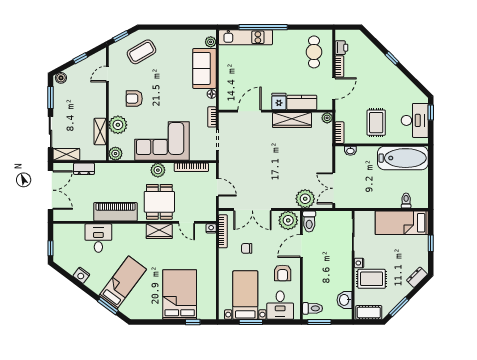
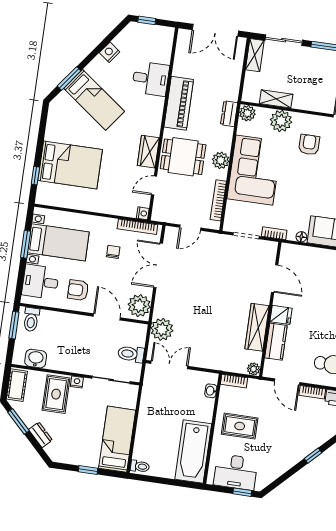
dresser: (84, 169) -> (229, 114), moved
toilet: (406, 201) -> (140, 466), moved
toilet: (309, 221) -> (131, 354), moved
dresser: (417, 277) -> (40, 435), moved

